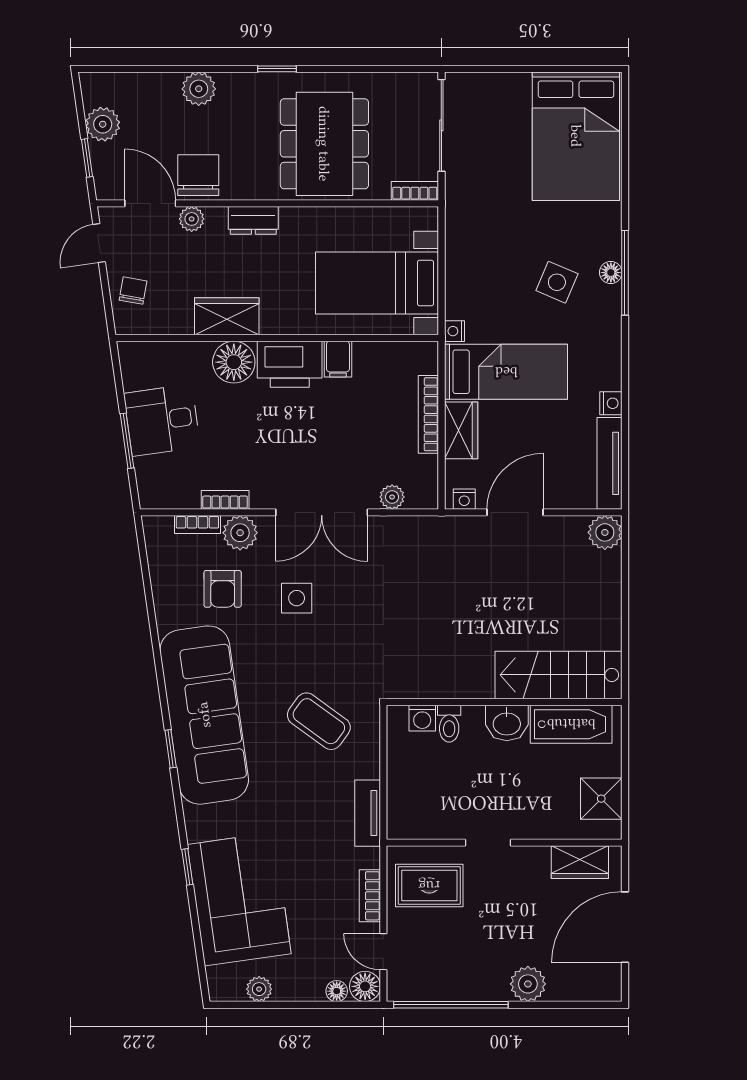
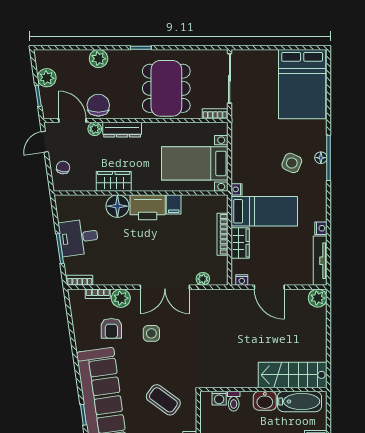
dresser: (253, 220) -> (122, 130), width x1.44
bookcase: (225, 500) -> (80, 280), moved
door: (515, 512) -> (269, 287), swing flipped

